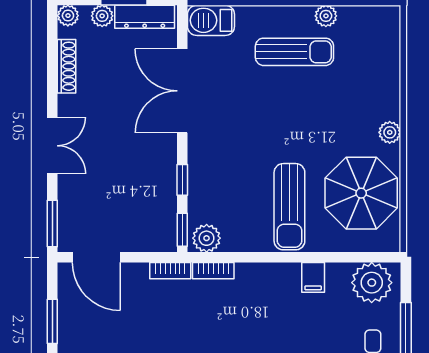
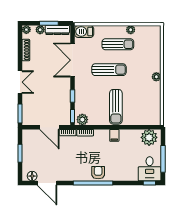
sun lounger: (272, 115) -> (109, 70), added
parasol: (361, 193) -> (145, 101), removed
door: (96, 257) -> (49, 127), moved
filing cabinet: (313, 277) -> (114, 135), moved

